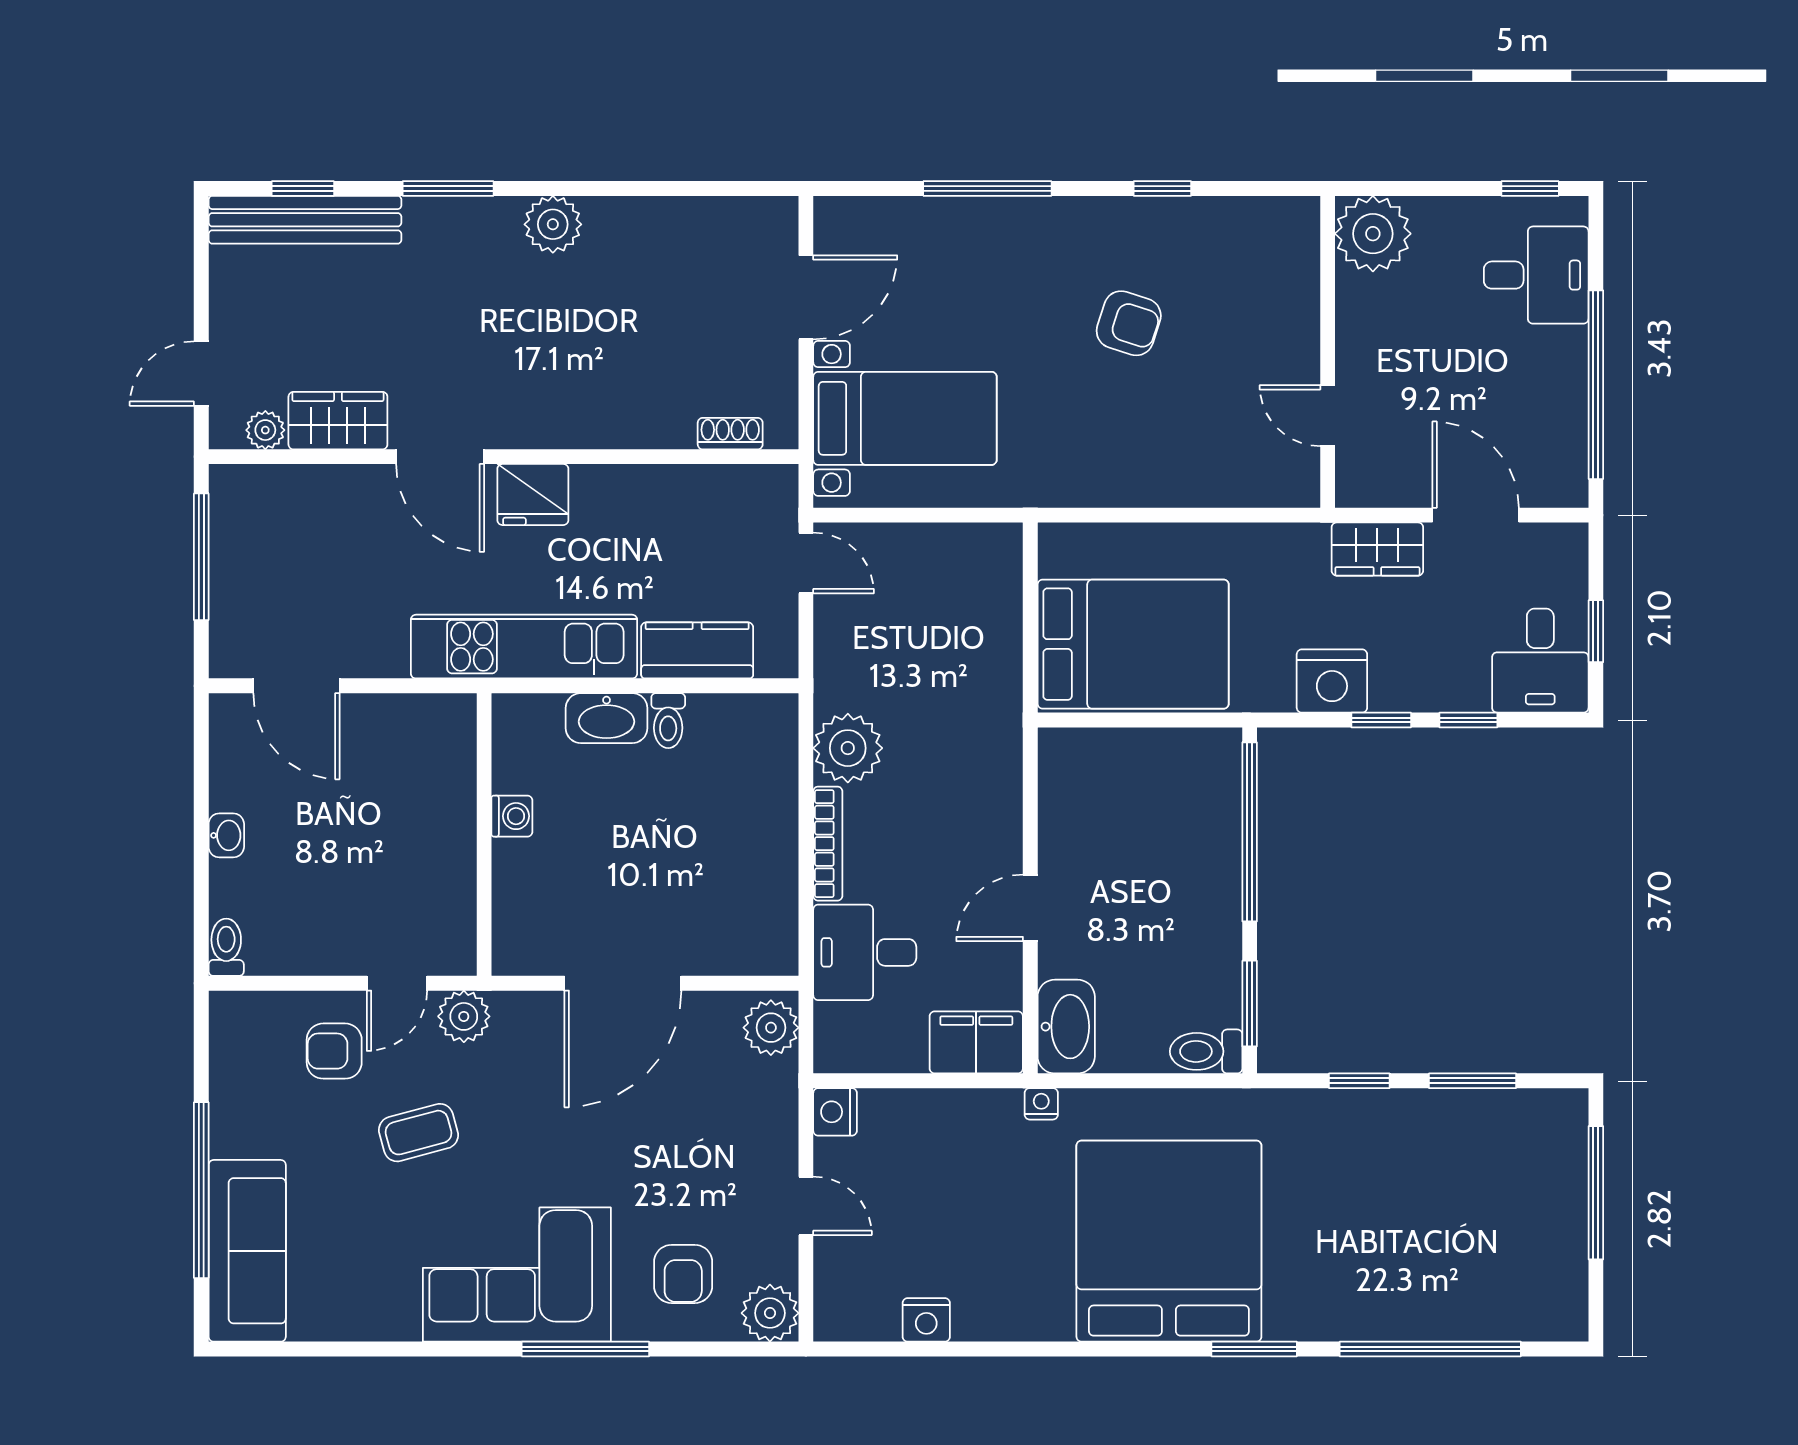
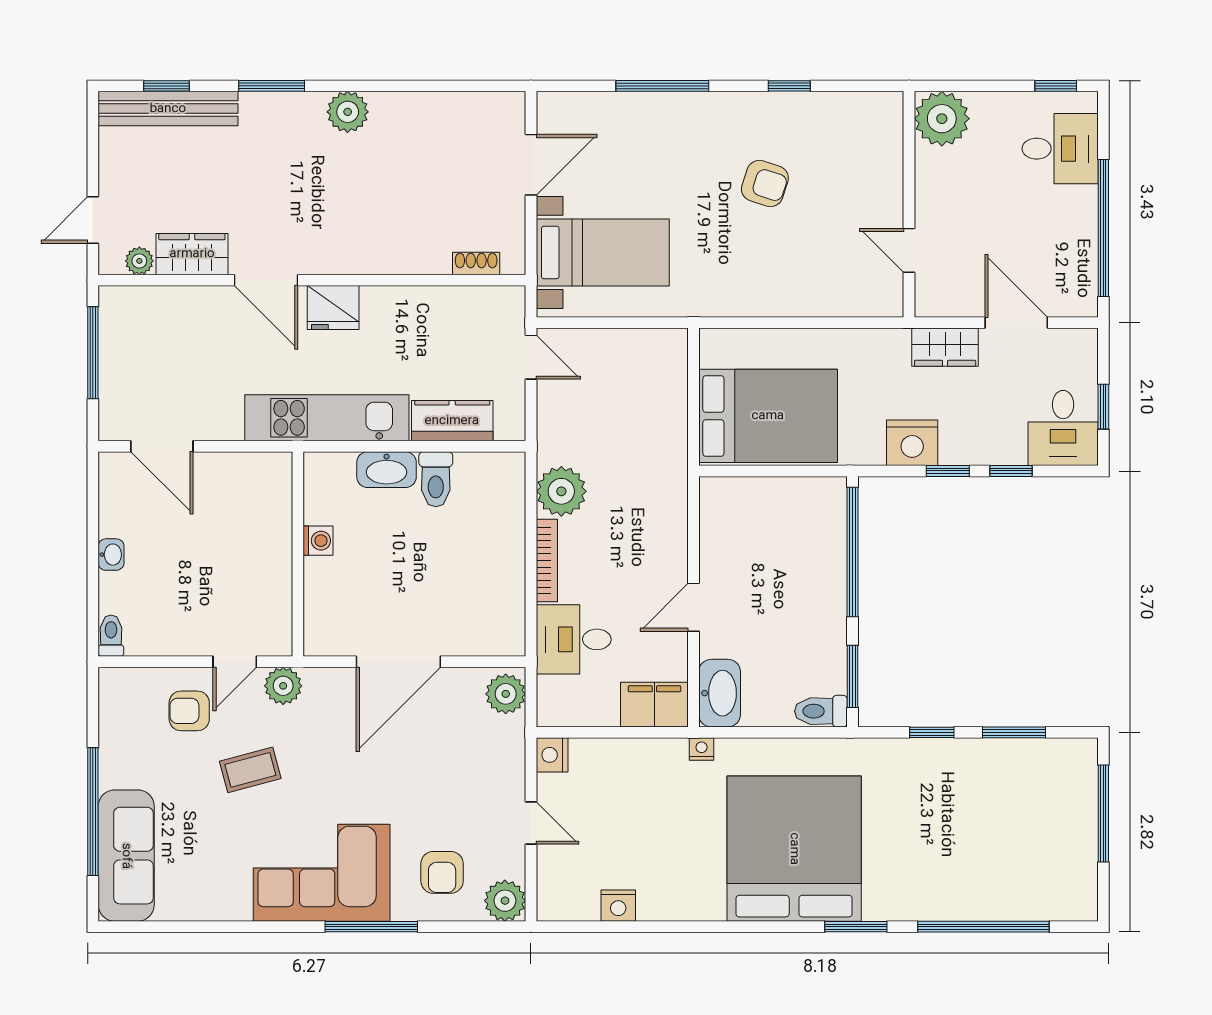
toilet: (668, 721) -> (436, 479), width x1.37, depth x1.39

